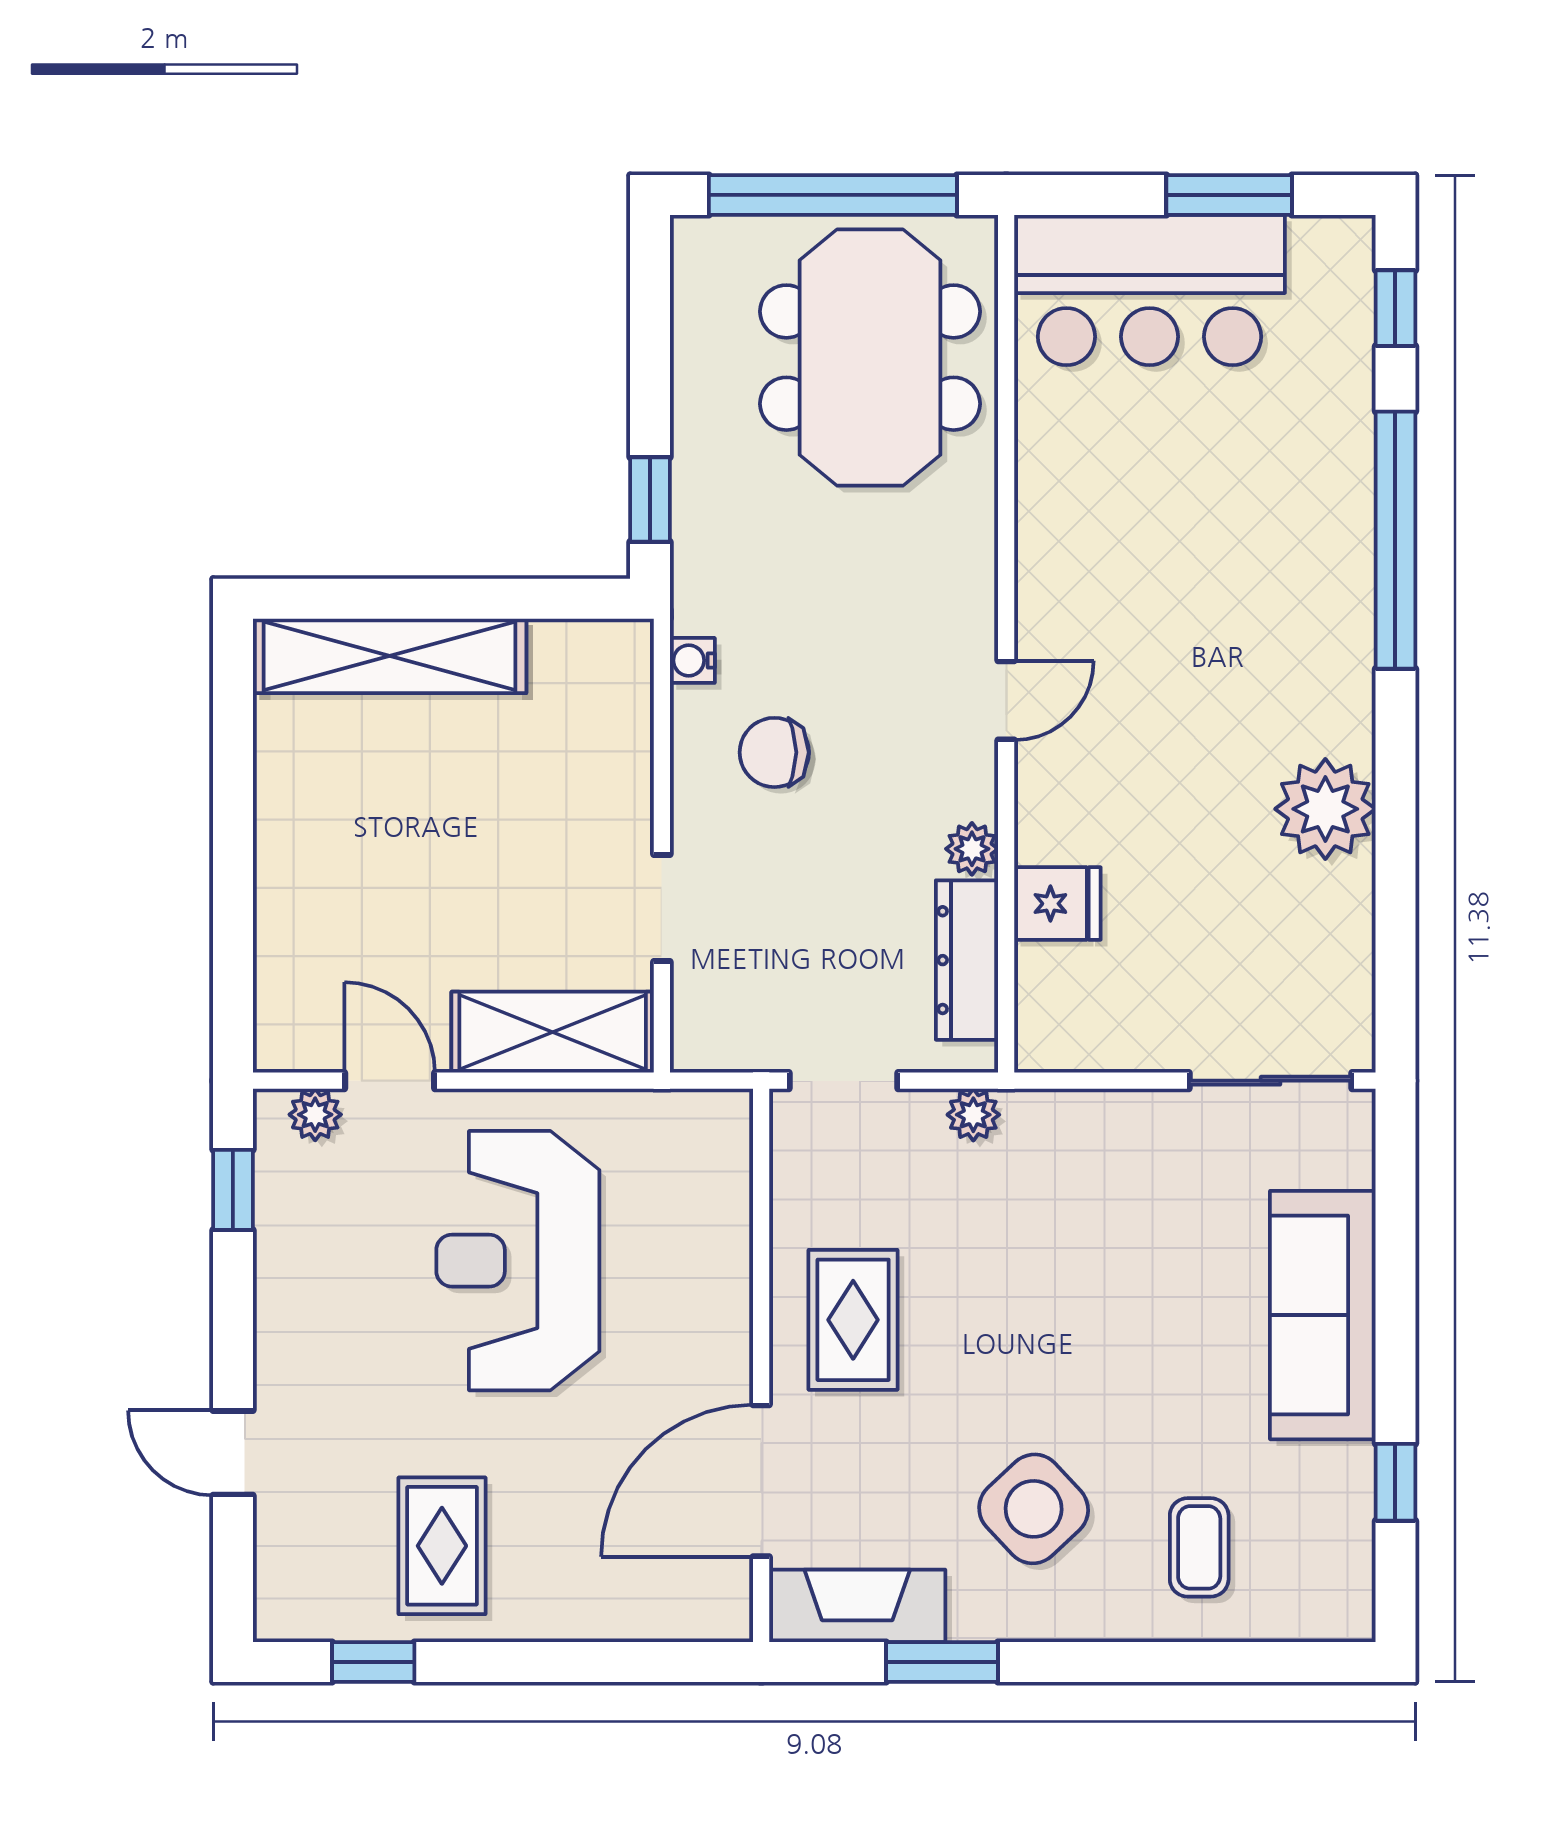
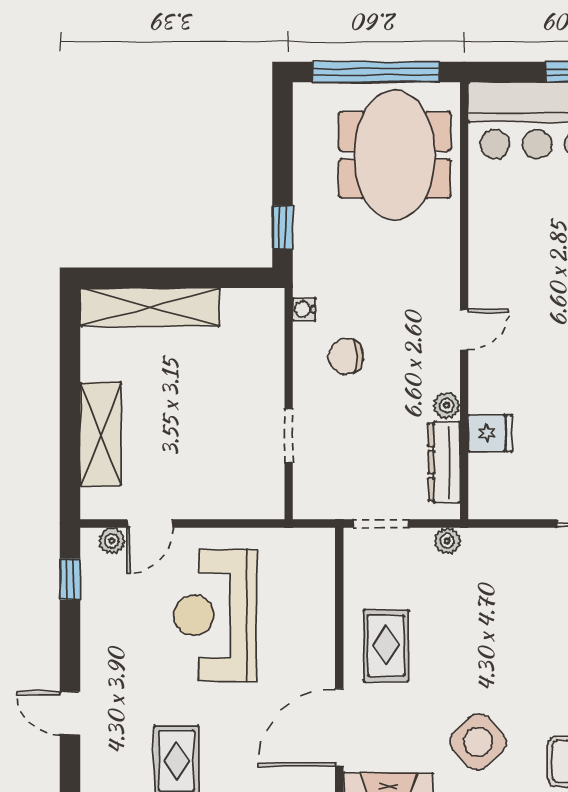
shelving: (553, 1032) -> (101, 434), moved, turned 90
door: (390, 1081) -> (150, 524), swing flipped

